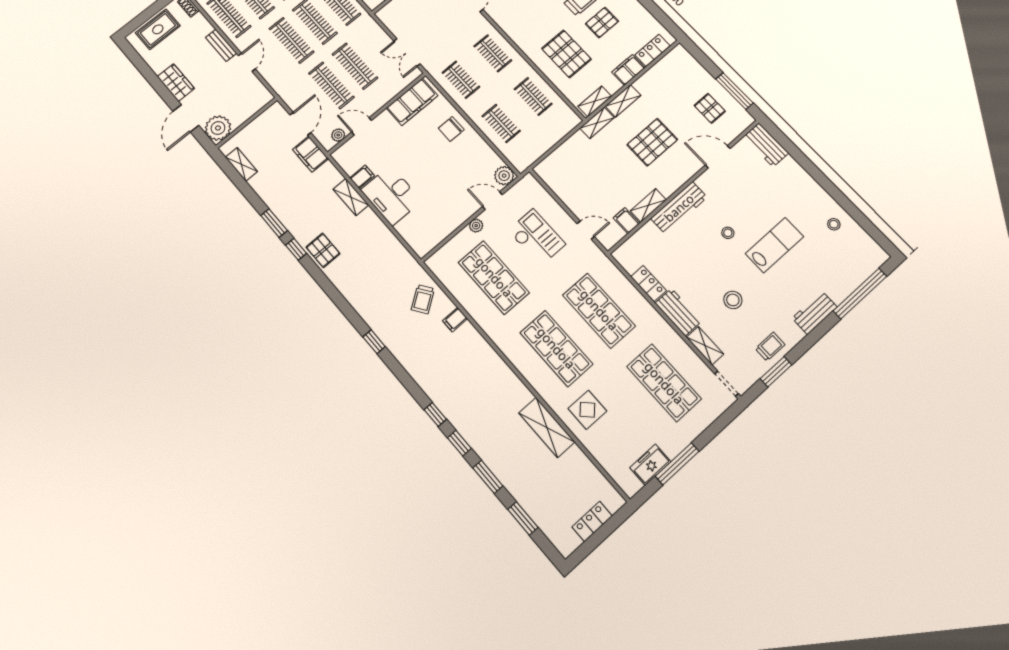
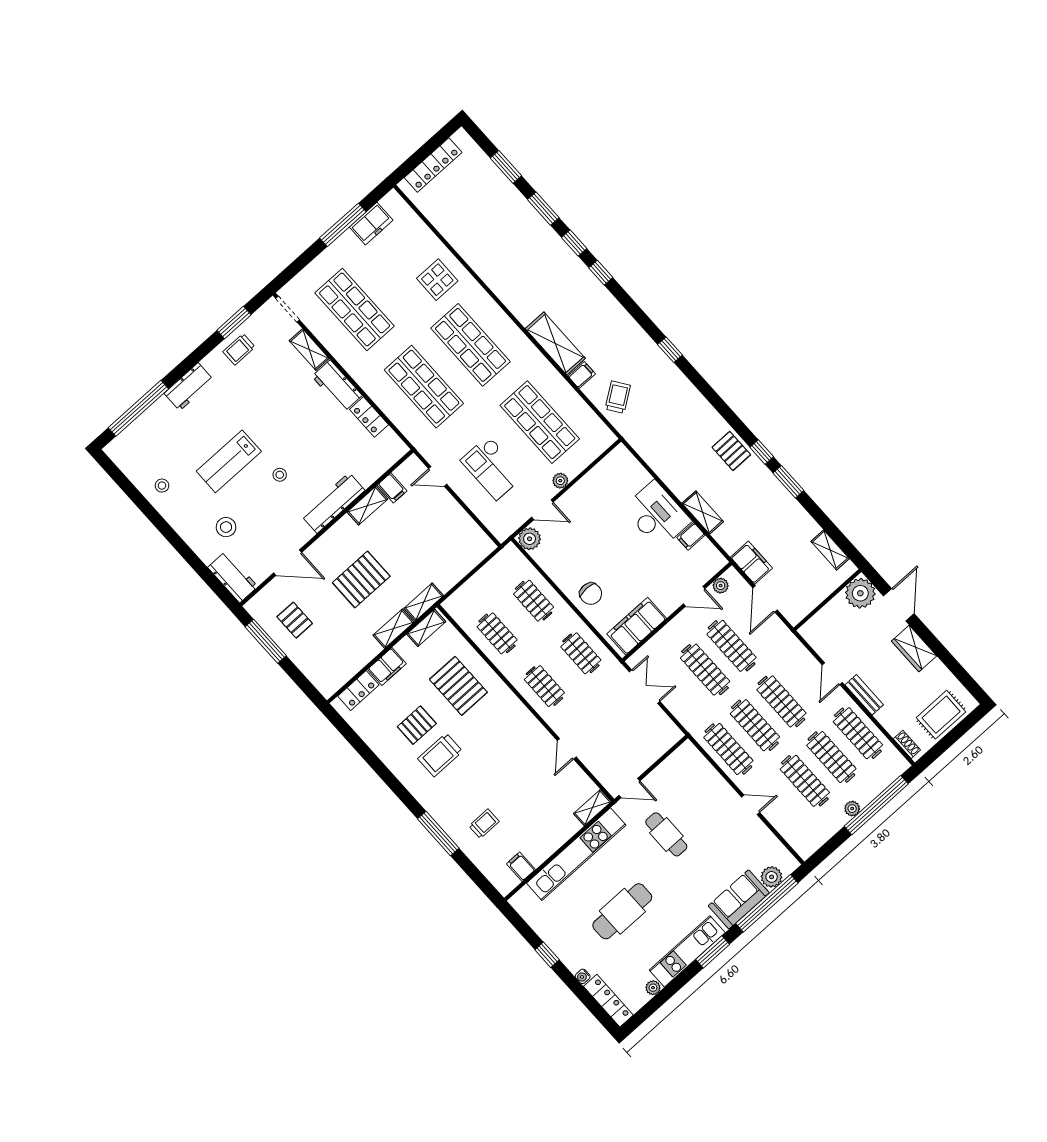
chair: (451, 129) -> (591, 594), turned 90
stool: (733, 300) -> (226, 527), moved
shelving: (547, 427) -> (555, 344), moved
locker: (592, 521) -> (433, 165), width x1.53

